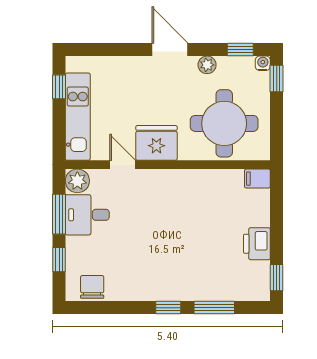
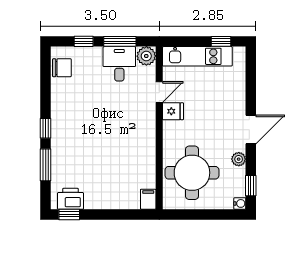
window: (277, 78) -> (228, 214), removed
fridge: (156, 143) -> (173, 111), width x0.53, depth x0.75
printer: (257, 244) -> (71, 199), moved

